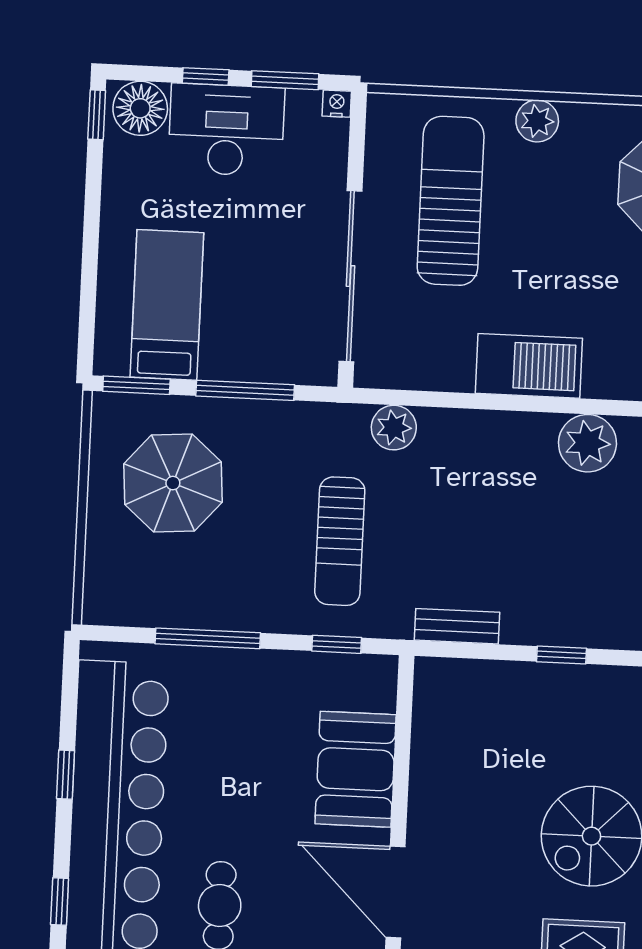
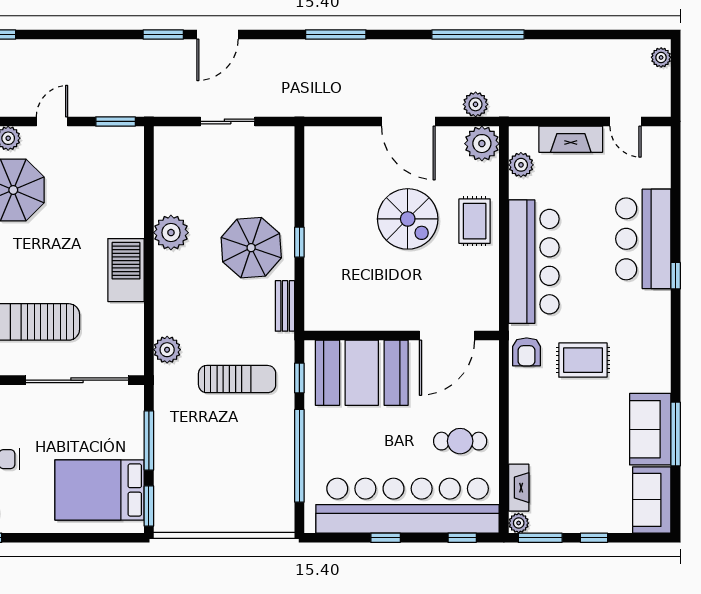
bed: (167, 305) -> (100, 490), width x1.50
parasol: (173, 483) -> (251, 248), moved
window: (208, 638) -> (299, 456), width x1.46
booth: (356, 769) -> (362, 373), width x1.36, depth x1.42

